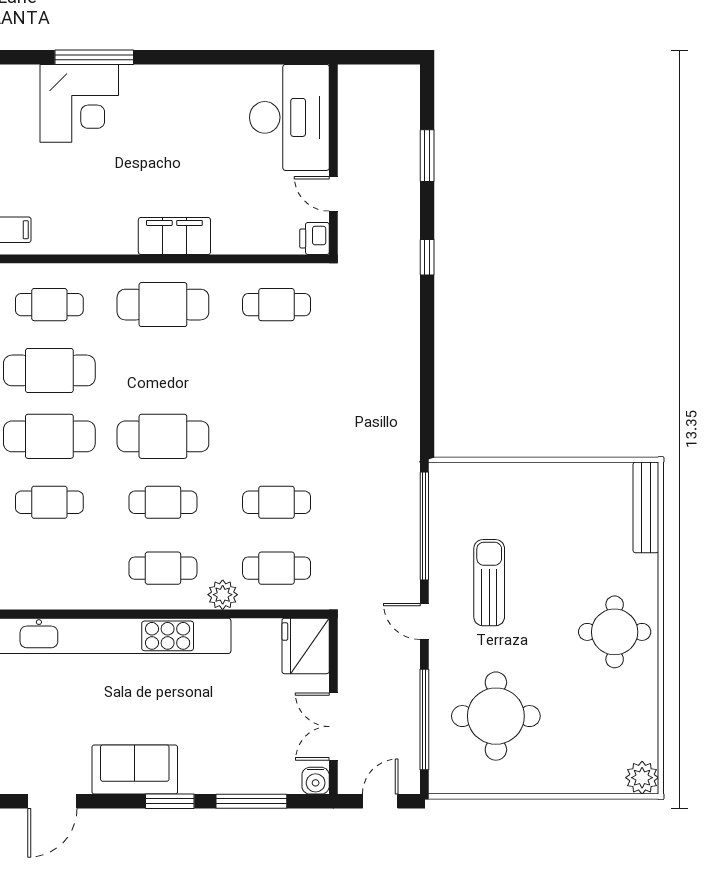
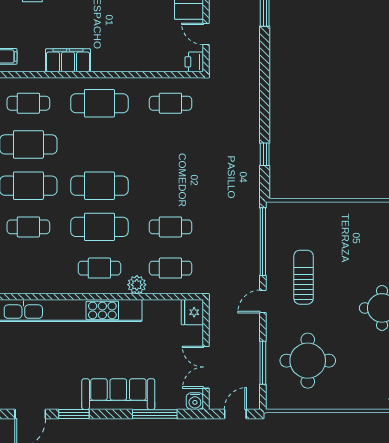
filing cabinet: (174, 236) -> (68, 60), moved
window: (427, 257) -> (265, 154), moved
cafe table: (163, 502) -> (99, 227), width x1.37, depth x1.35
door: (424, 622) -> (263, 301), hinge flipped
fridge: (306, 646) -> (192, 312), width x0.73, depth x0.75
window: (424, 719) -> (263, 363), width x0.68
sofa: (135, 770) -> (118, 394), moved, width x1.36
window: (170, 801) -> (74, 414), moved

